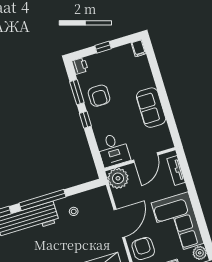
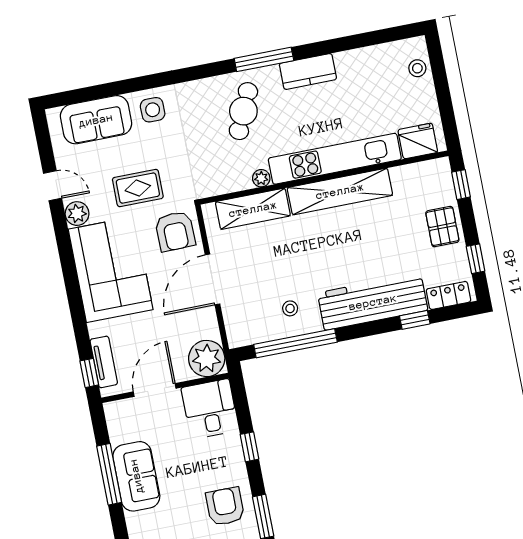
window: (167, 107) -> (109, 474), added
window: (85, 120) -> (249, 447), moved
window: (184, 163) -> (89, 373), added
window: (43, 200) -> (295, 343), moved

